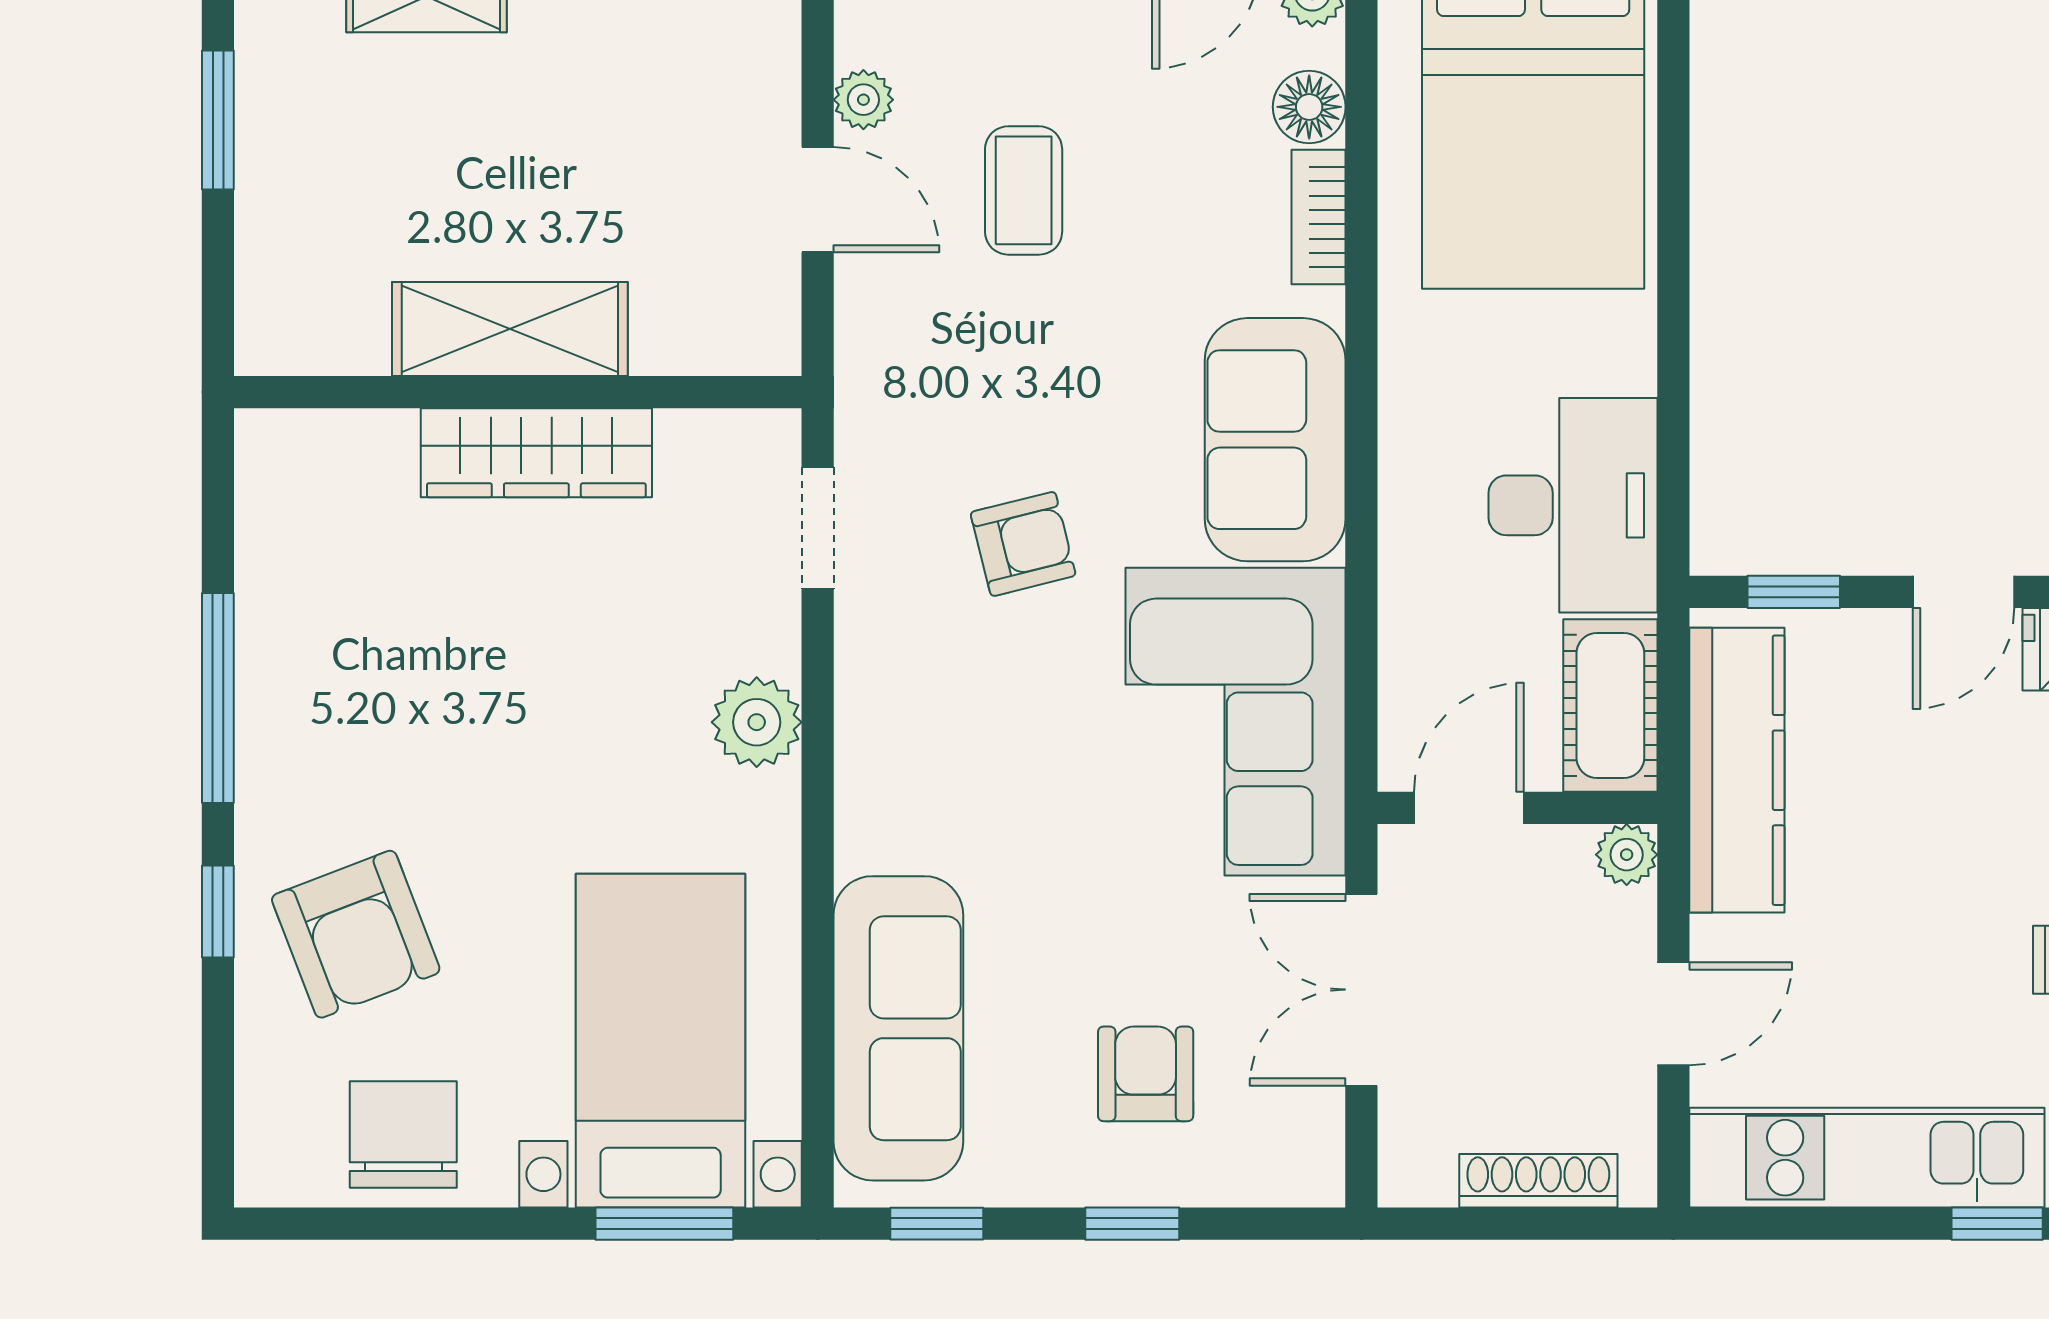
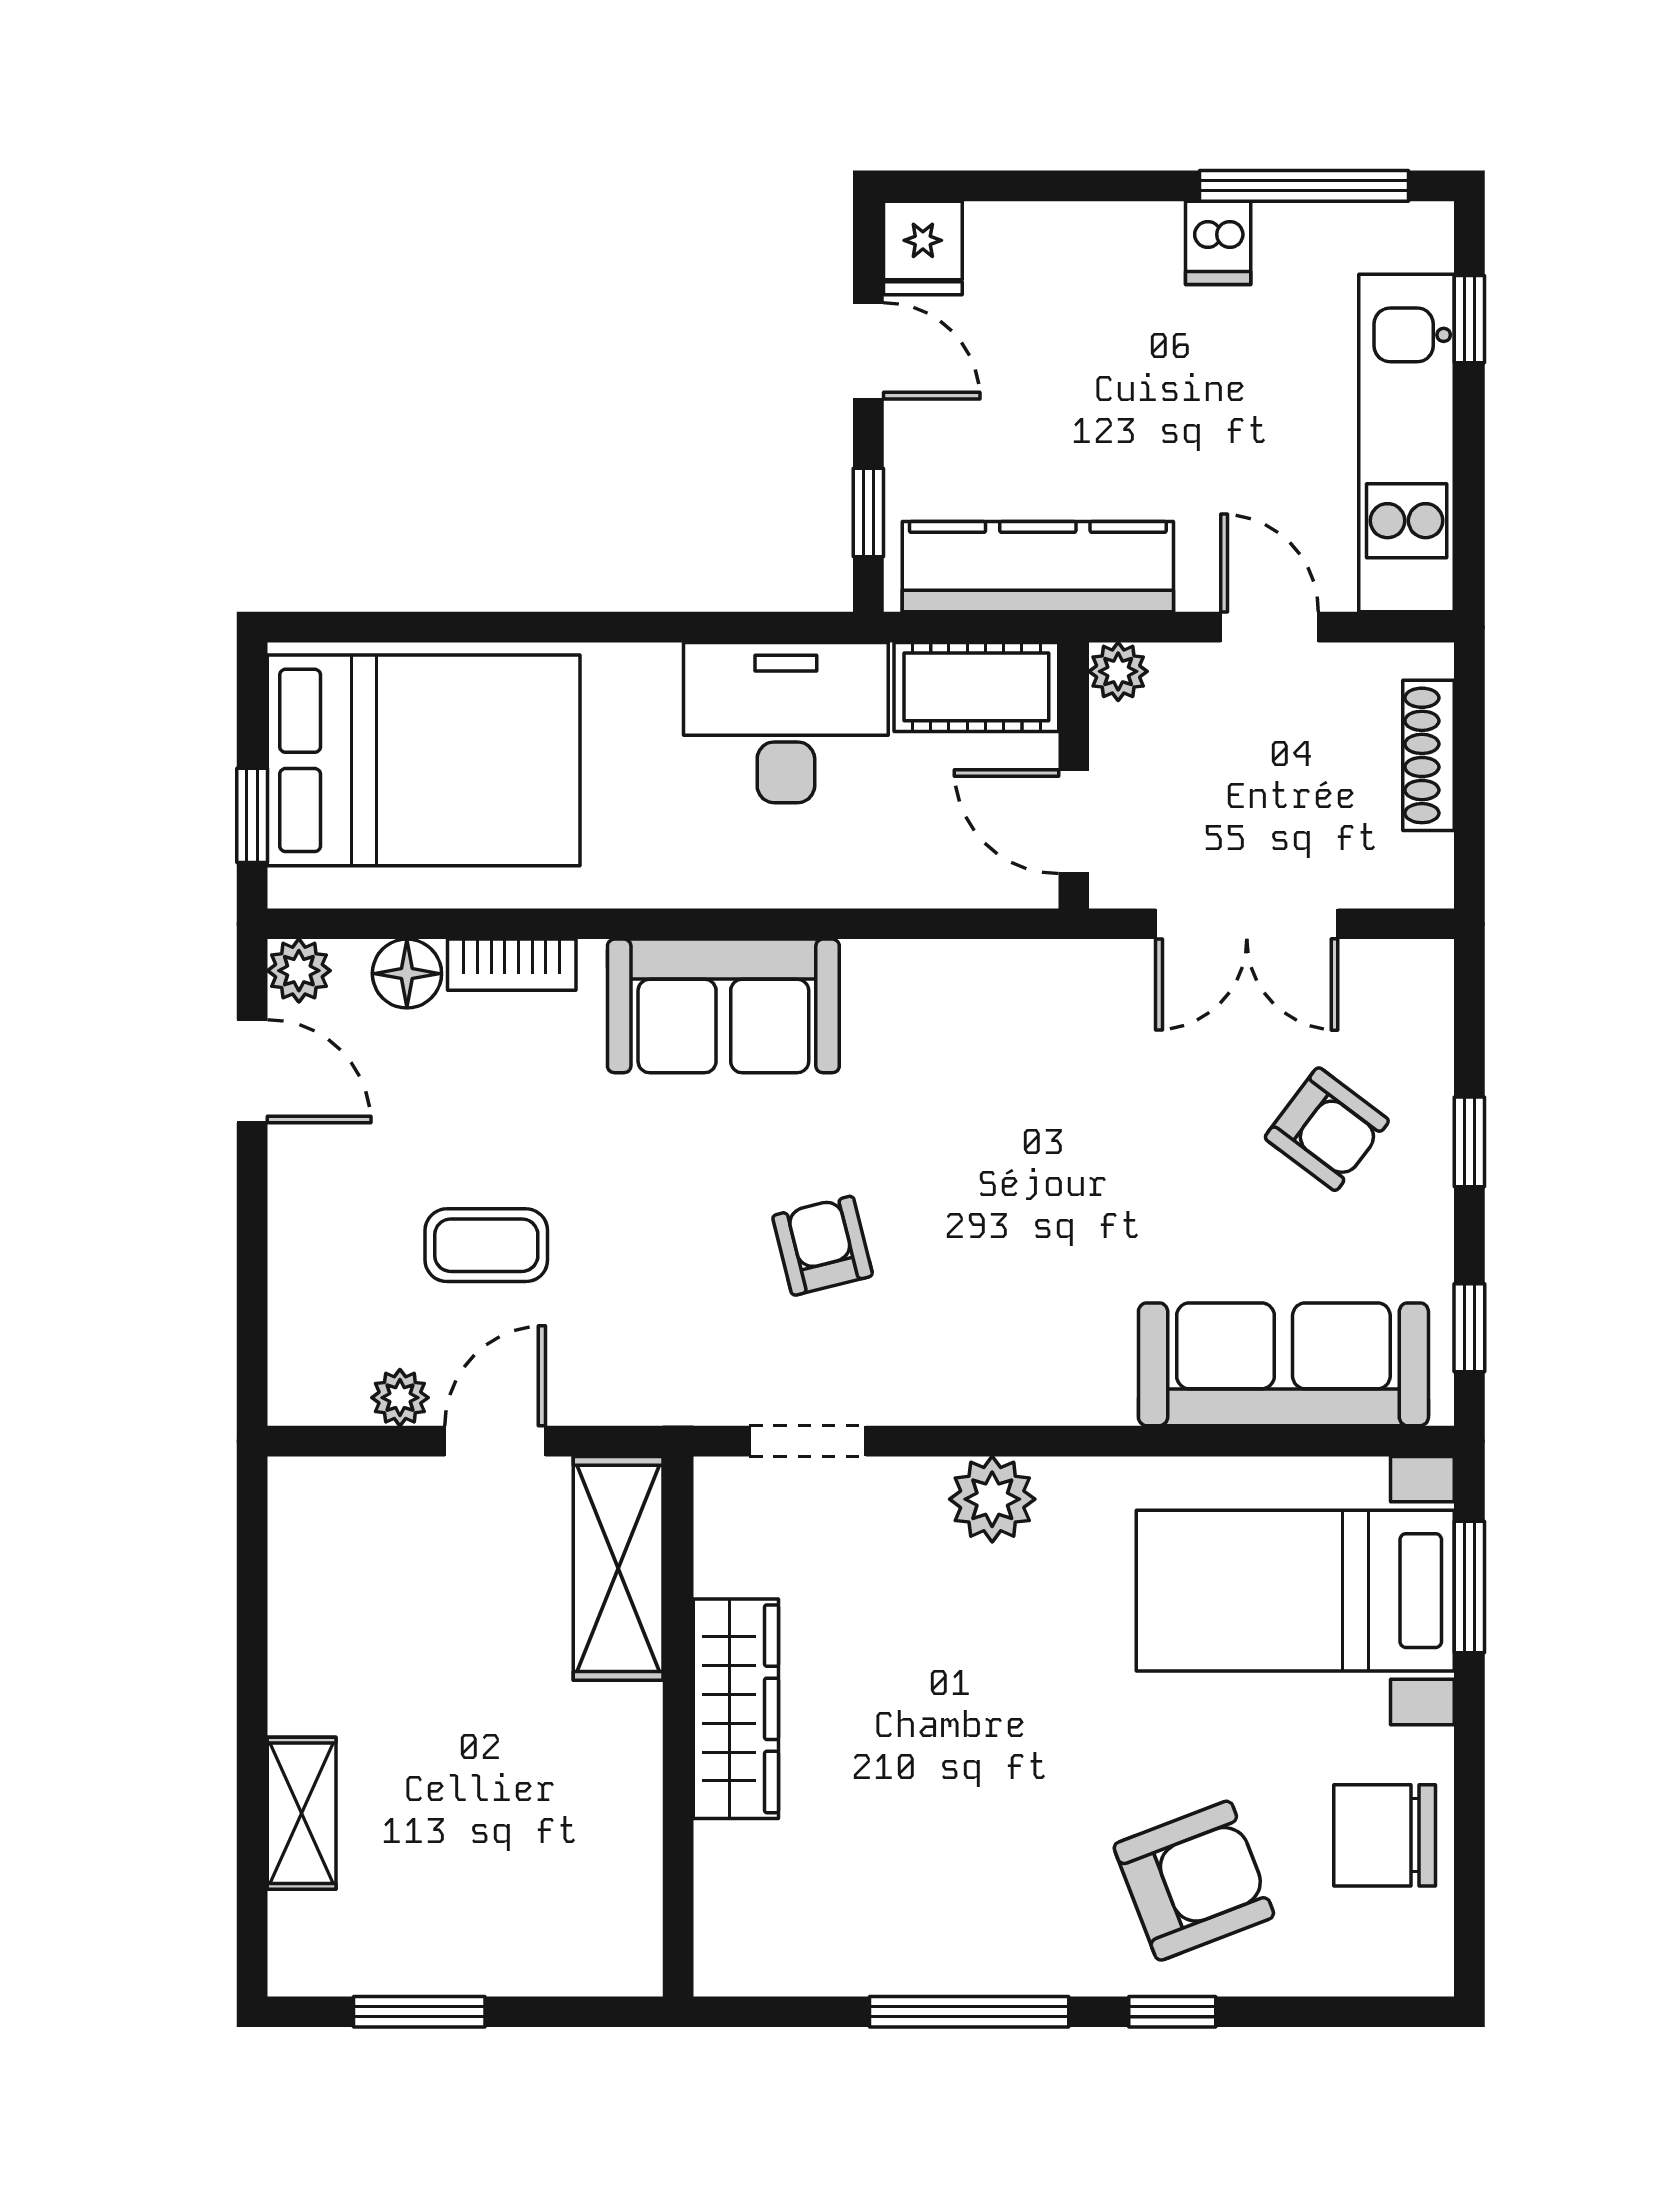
shelving: (510, 329) -> (618, 1568), moved
corner sofa: (1236, 722) -> (992, 1044), removed
armchair: (1146, 1074) -> (1327, 1129), turned -143

